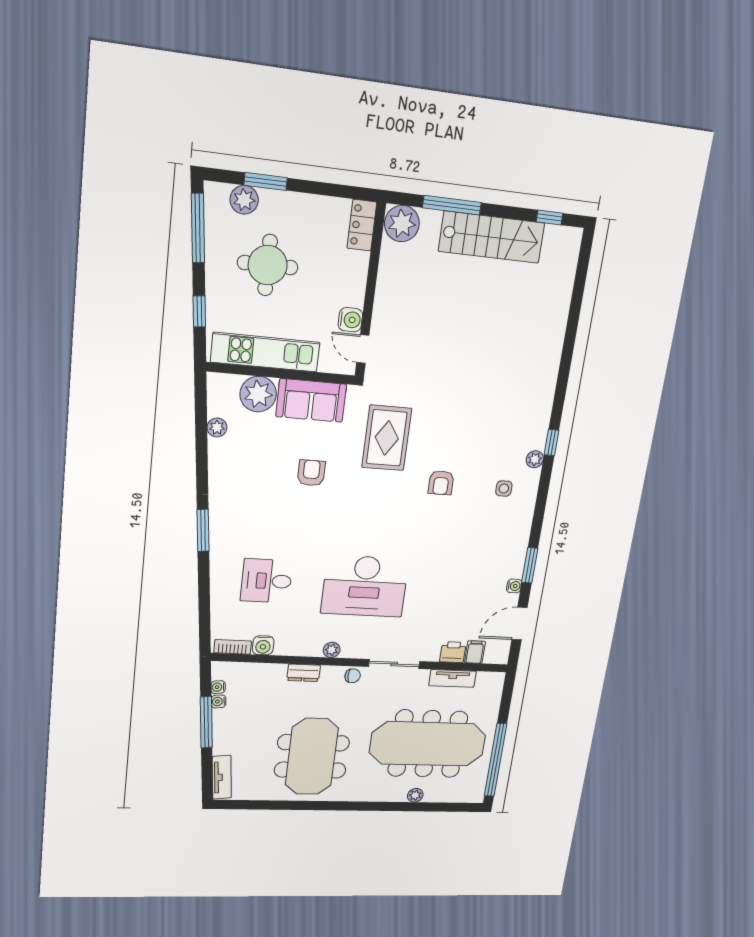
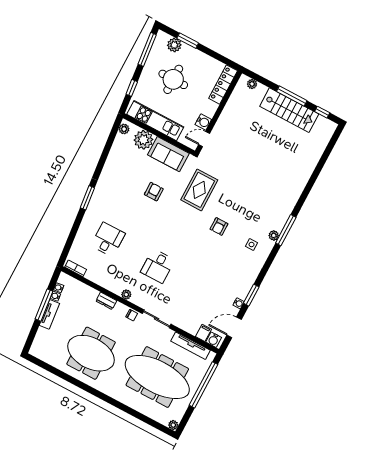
window: (452, 205) -> (292, 96), moved
plant: (402, 224) -> (252, 84), width x0.53, depth x0.53
locker: (362, 225) -> (223, 85), width x1.53
door: (363, 349) -> (204, 139), hinge flipped
plant: (217, 427) -> (124, 129), moved
window: (551, 442) -> (286, 230), width x2.17
desk: (267, 581) -> (108, 240), turned 90
desk: (365, 586) -> (158, 266), width x0.53, depth x0.77
water cooler: (263, 645) -> (214, 340), moved
printer: (453, 652) -> (191, 327), removed
tv unit: (452, 678) -> (190, 346), width x1.41
meeting table: (312, 756) -> (91, 353), turned 90
window: (495, 760) -> (204, 385), moved
tv unit: (222, 777) -> (49, 314), moved
plant: (415, 795) -> (173, 425), moved

